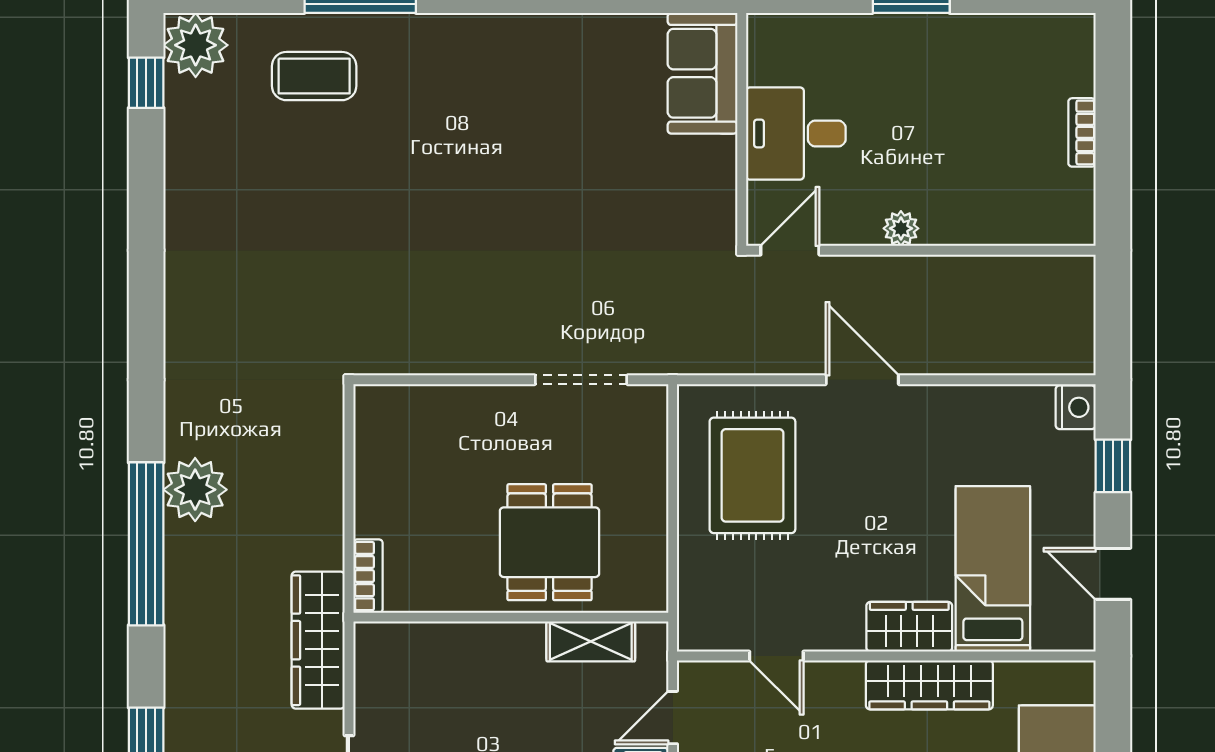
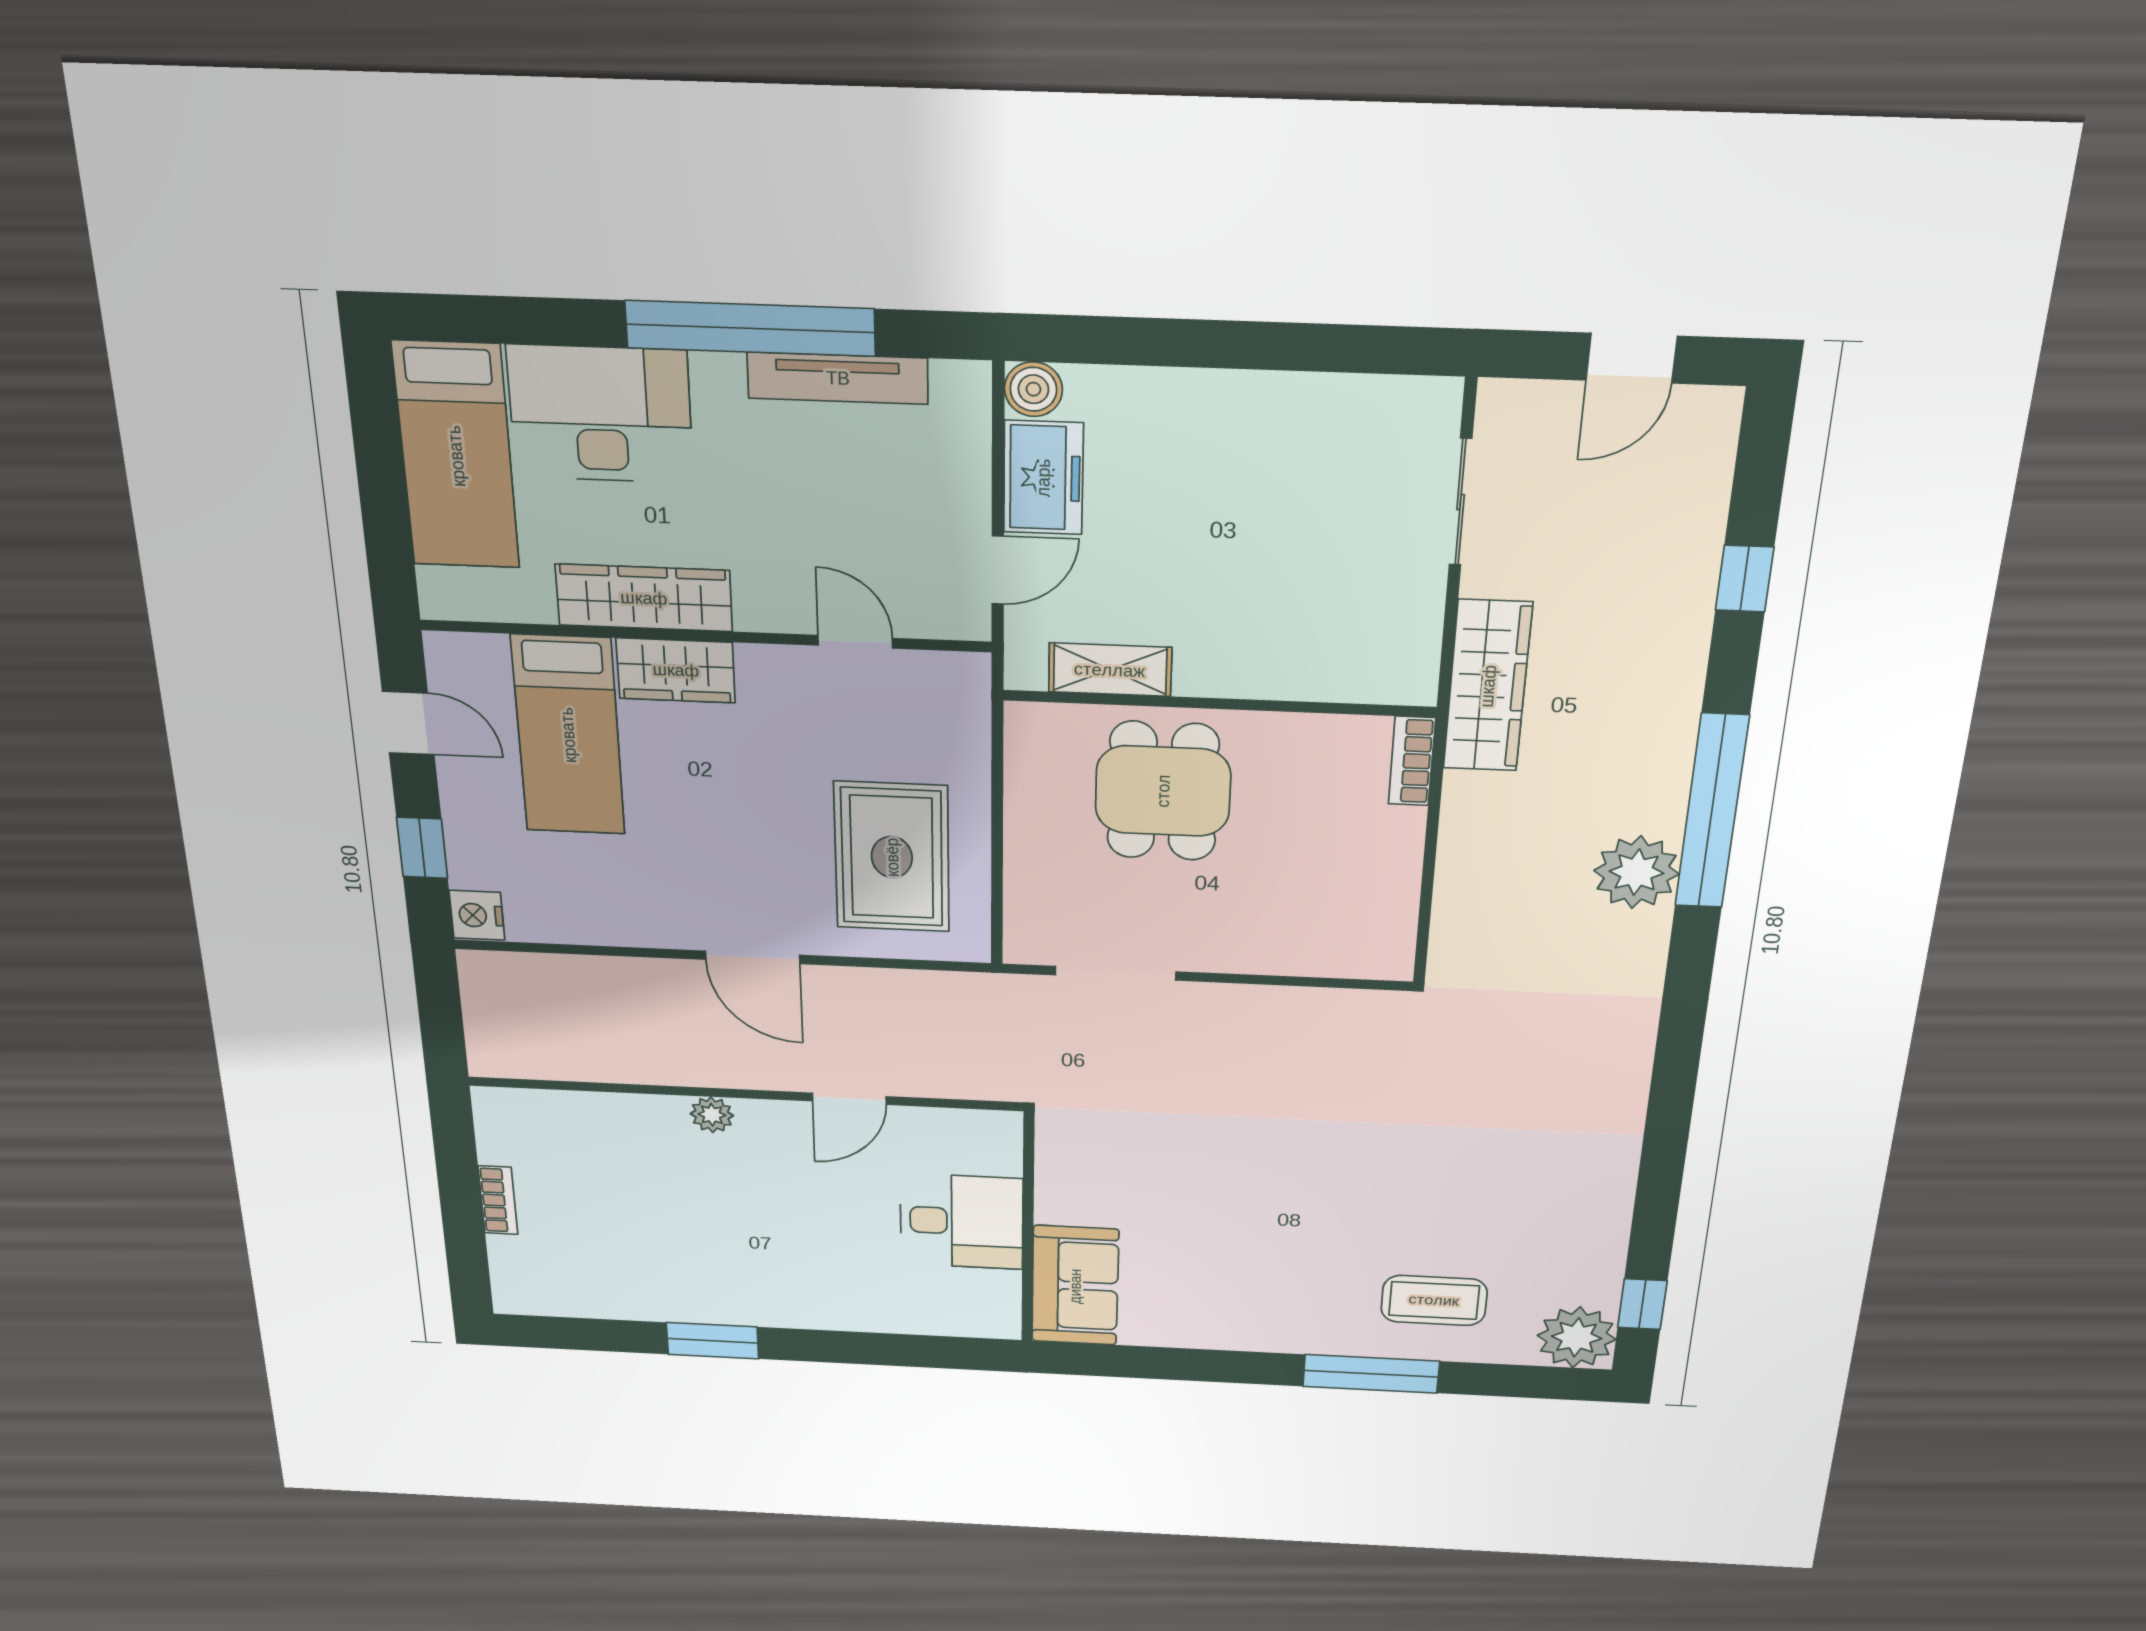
sofa: (703, 73) -> (1075, 1286), moved
wall: (742, 129) -> (1028, 1229), moved
desk: (796, 134) -> (962, 1222), moved

